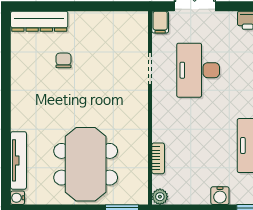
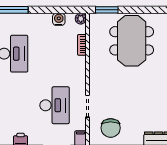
chair: (64, 60) -> (111, 128), moved, width x1.87, depth x1.87
water cooler: (220, 196) -> (59, 19), moved

